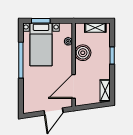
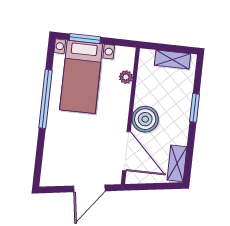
boiler: (83, 53) -> (145, 119), moved
door: (74, 86) -> (126, 151), swing flipped

